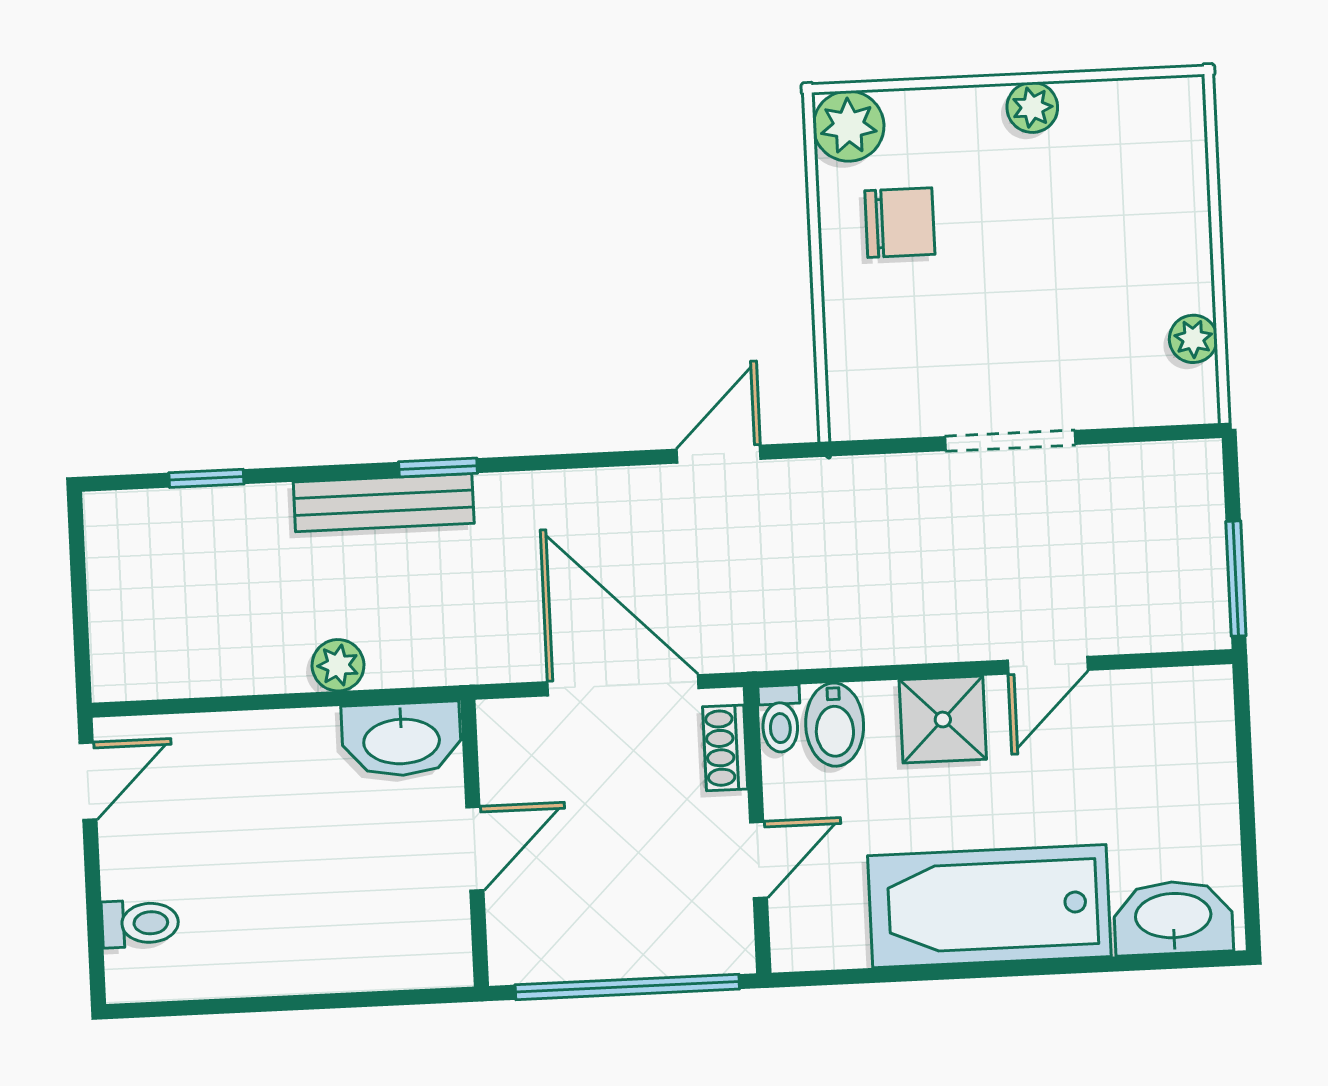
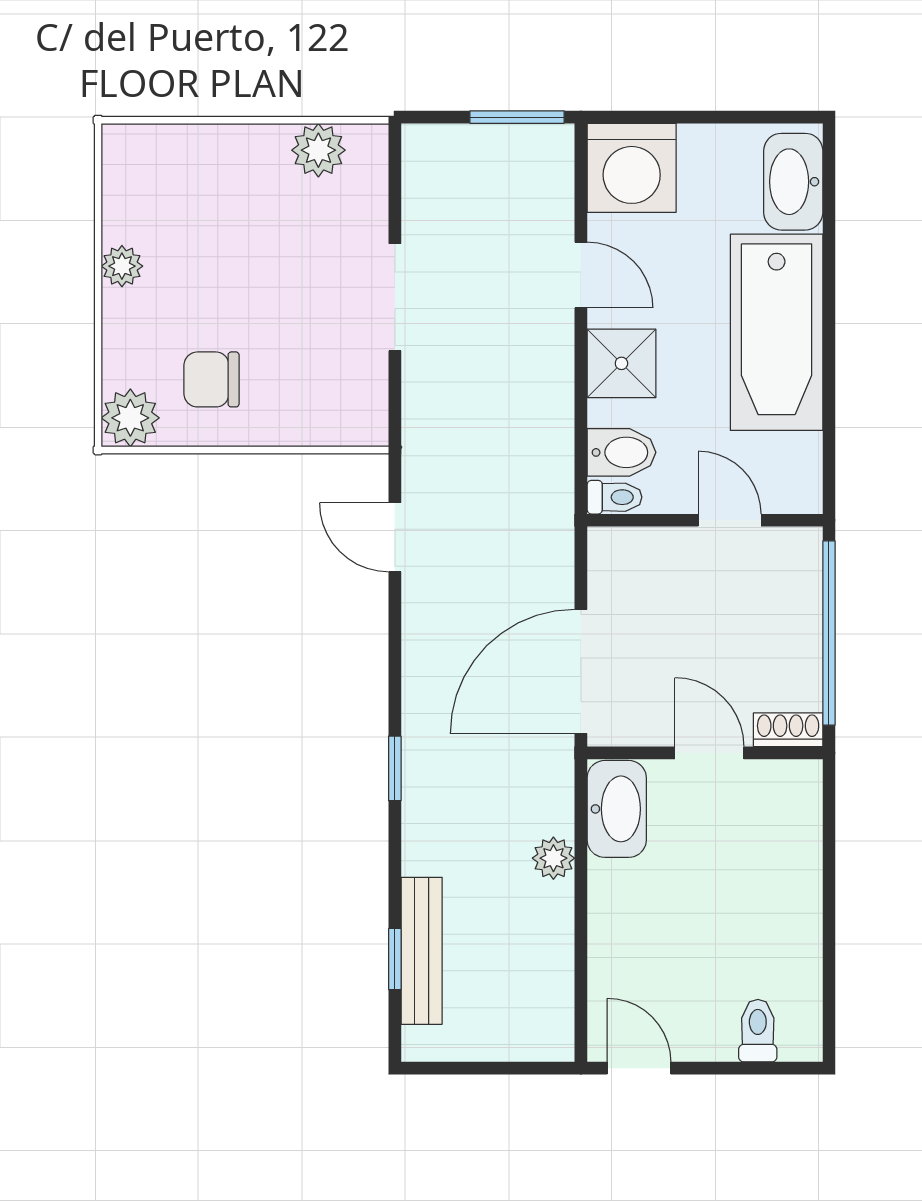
chair: (900, 223) -> (212, 379), turned -90
plant: (1193, 339) -> (318, 150), width x1.38, depth x1.38
bench: (384, 503) -> (422, 951), moved
door: (623, 685) -> (581, 671), moved
washing machine: (1181, 721) -> (632, 168), added
shoe rack: (725, 748) -> (788, 730), moved, turned 180

